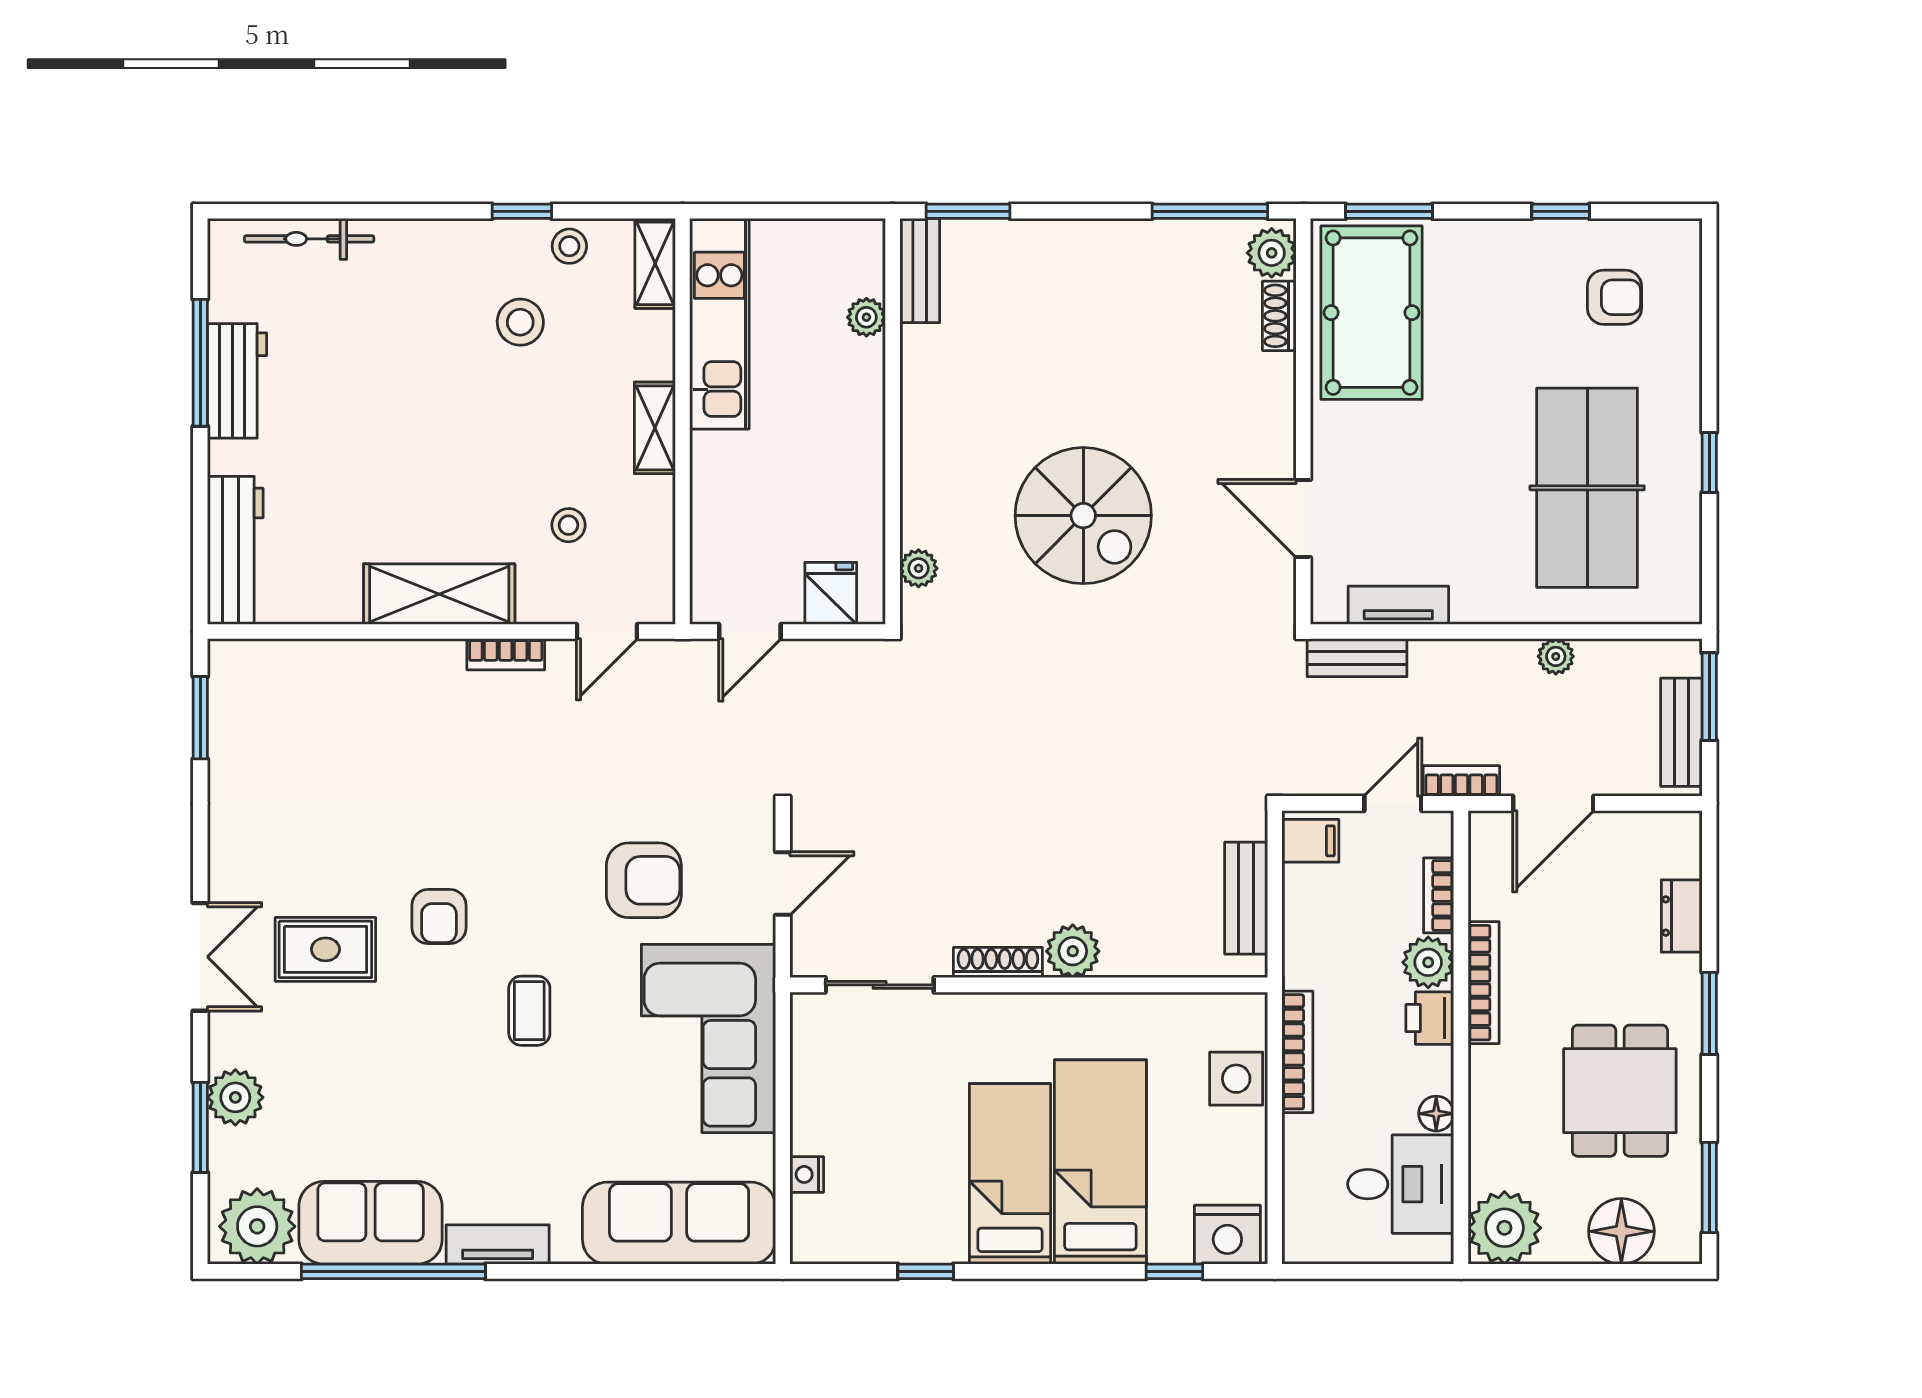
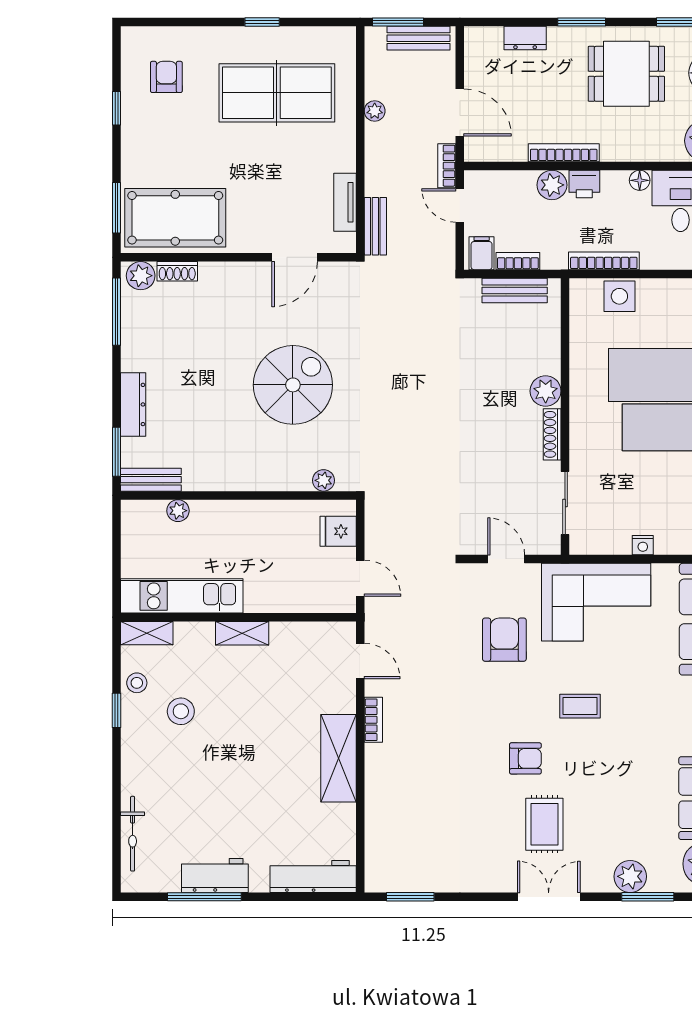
dresser: (1050, 240) -> (133, 404), added
stool: (568, 525) -> (299, 683), removed
bookcase: (1439, 895) -> (518, 261), moved, turned 180
nightstand: (807, 1174) -> (643, 545), moved

